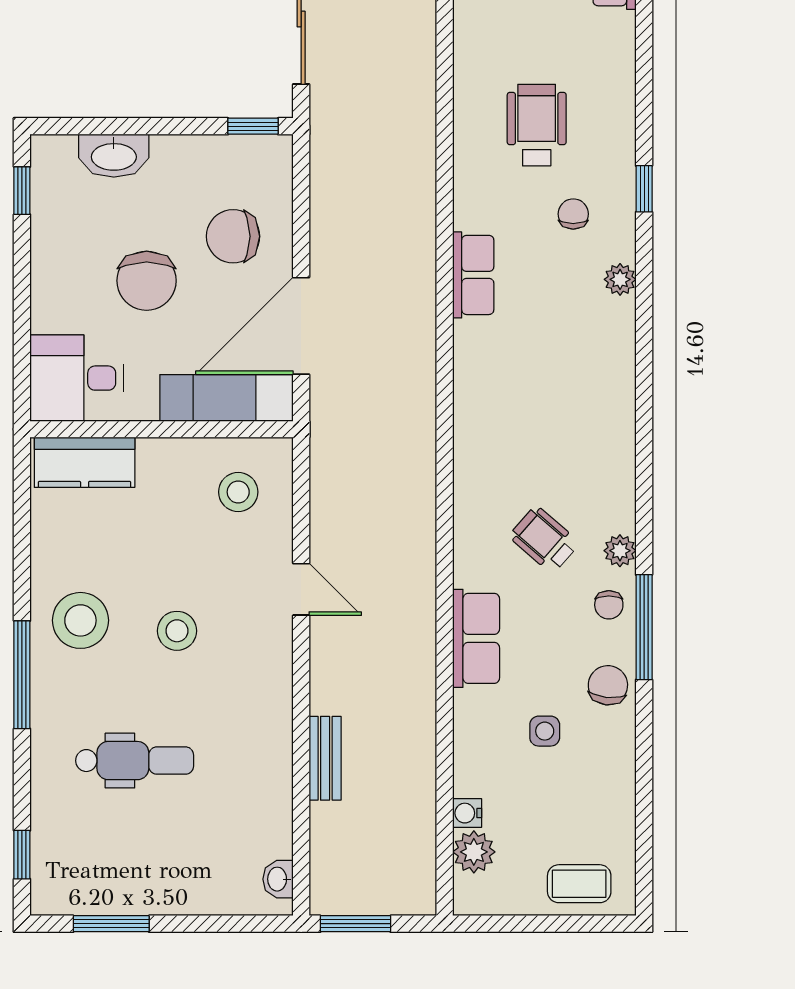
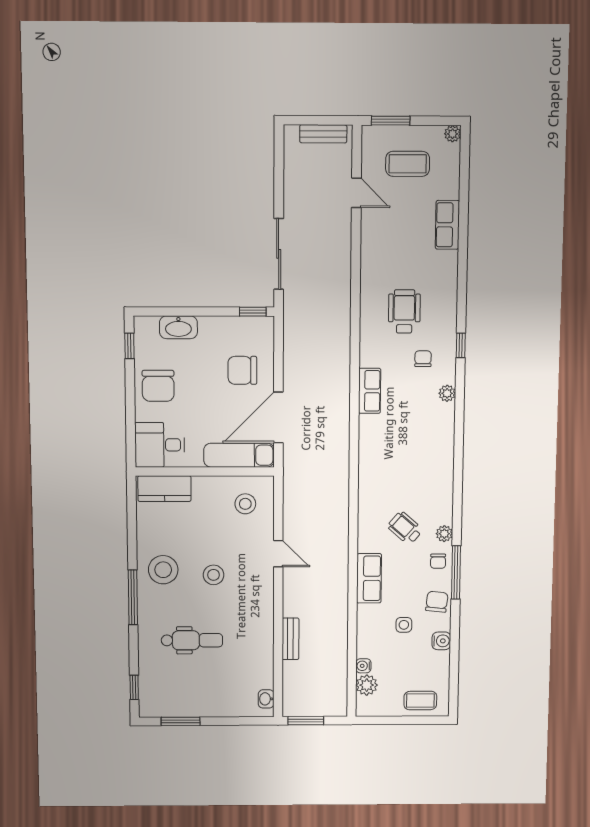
chair: (147, 281) -> (158, 386), moved
water cooler: (618, 763) -> (441, 641), added

